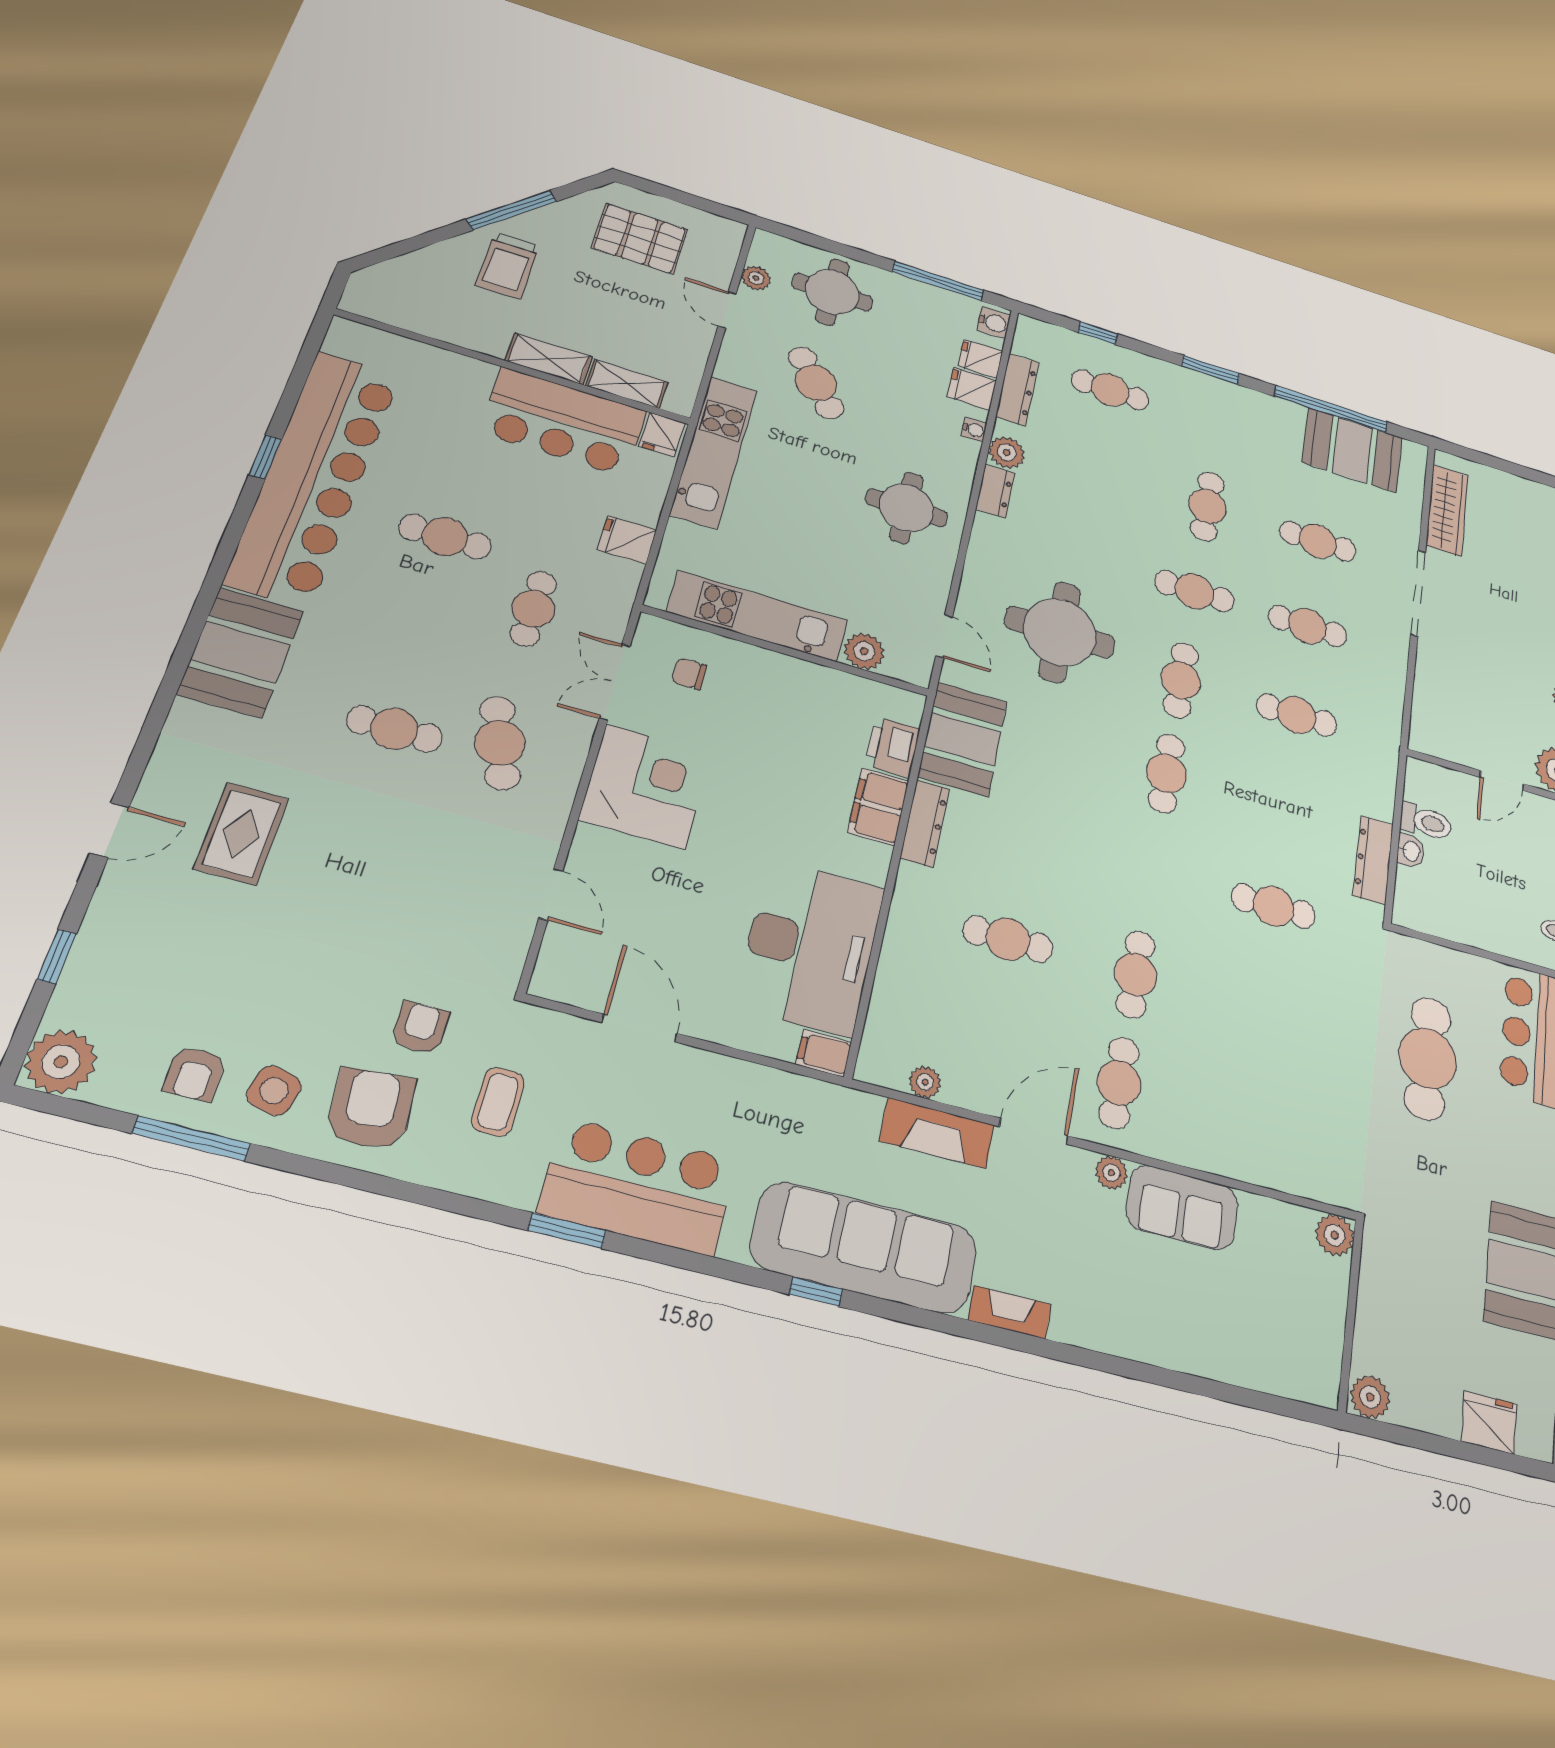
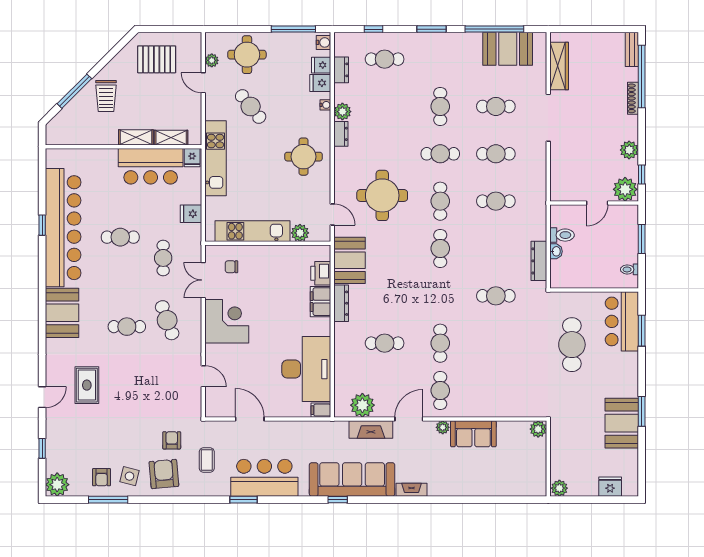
window: (511, 210) -> (74, 91), moved
dresser: (1017, 389) -> (341, 70), width x0.70
plant: (925, 1082) -> (362, 405), width x1.87, depth x1.87

